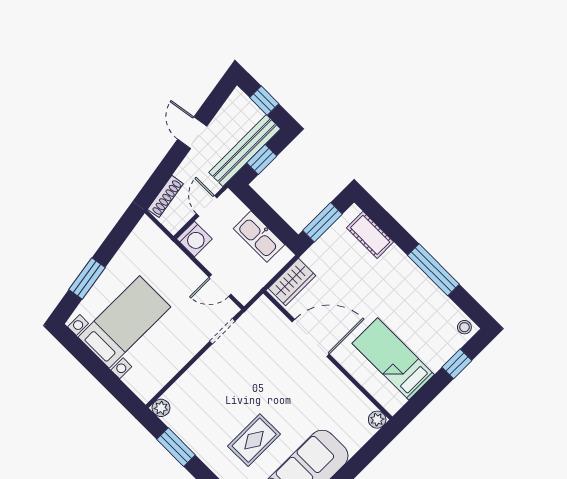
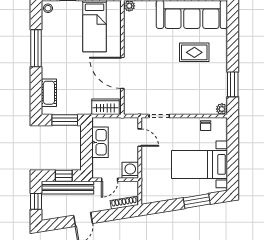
chair: (161, 372) -> (206, 126), added

